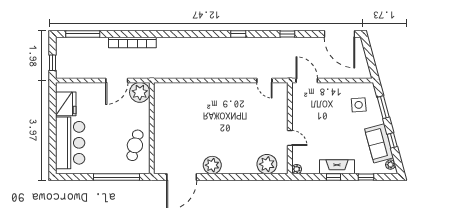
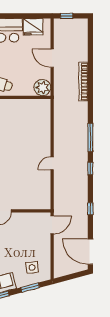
window: (83, 34) -> (90, 138), moved
door: (339, 34) -> (90, 252), hinge flipped
door: (117, 80) -> (52, 58), moved
door: (264, 80) -> (52, 163), moved

